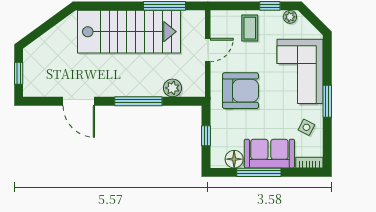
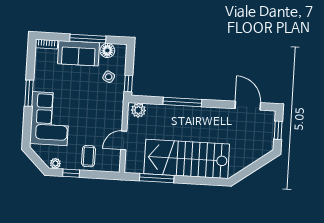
plant: (172, 88) -> (138, 110), moved
armchair: (240, 91) -> (99, 106), removed
door: (79, 101) -> (248, 106), moved
side table: (306, 127) -> (109, 77), moved
window: (206, 136) -> (128, 83), moved

